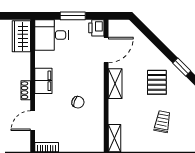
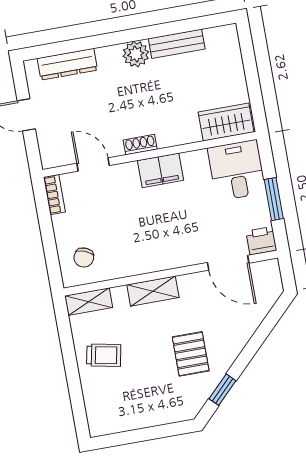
pallet: (157, 82) -> (191, 354), turned 90
shelving: (115, 84) -> (153, 291), moved
chair: (78, 102) -> (84, 257), moved
trolley: (162, 122) -> (104, 355), moved

